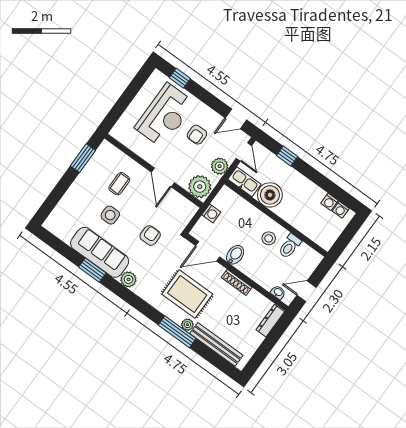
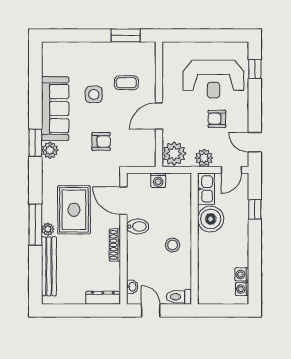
toilet: (290, 246) -> (179, 297), moved
window: (92, 270) -> (35, 143), moved

